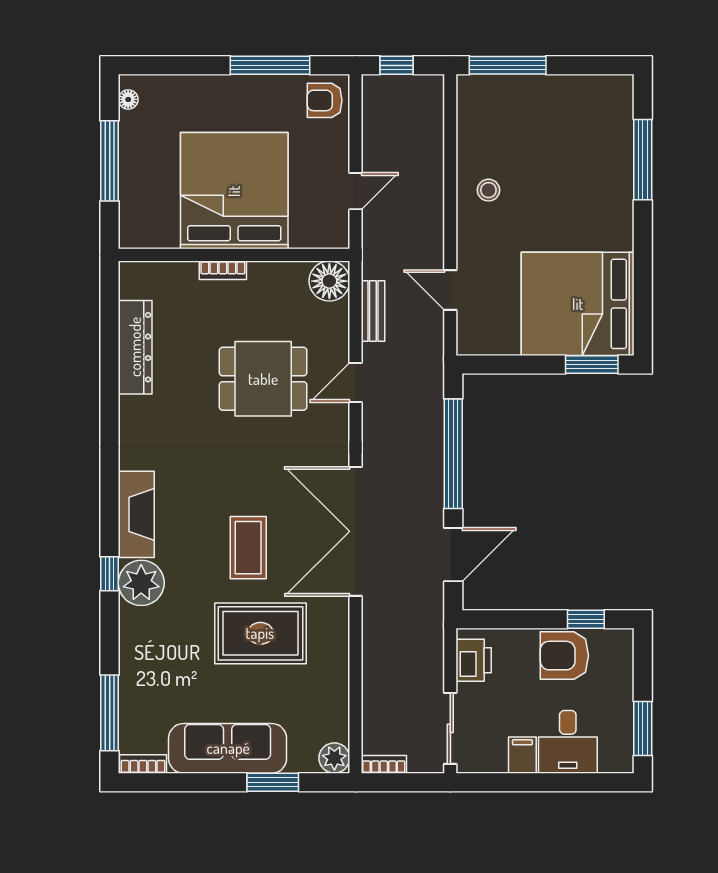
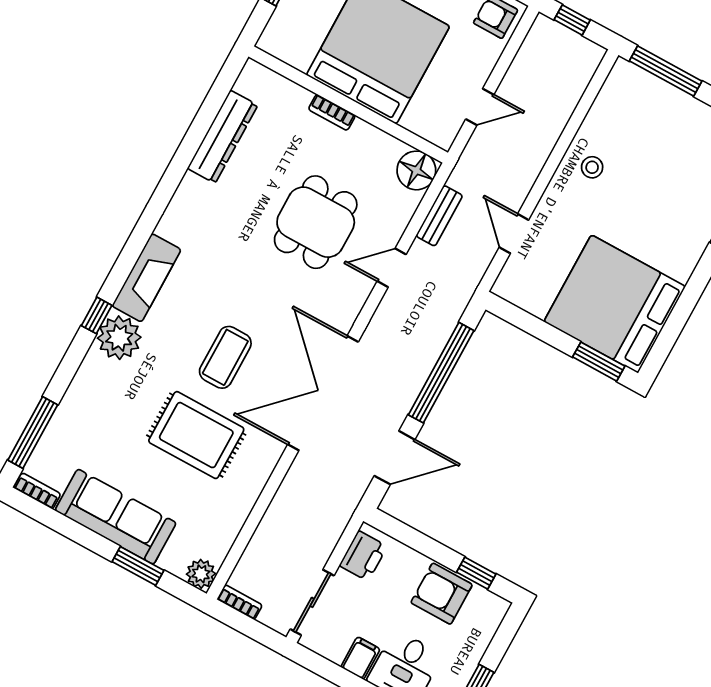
dining table: (263, 379) -> (316, 222), turned 90

